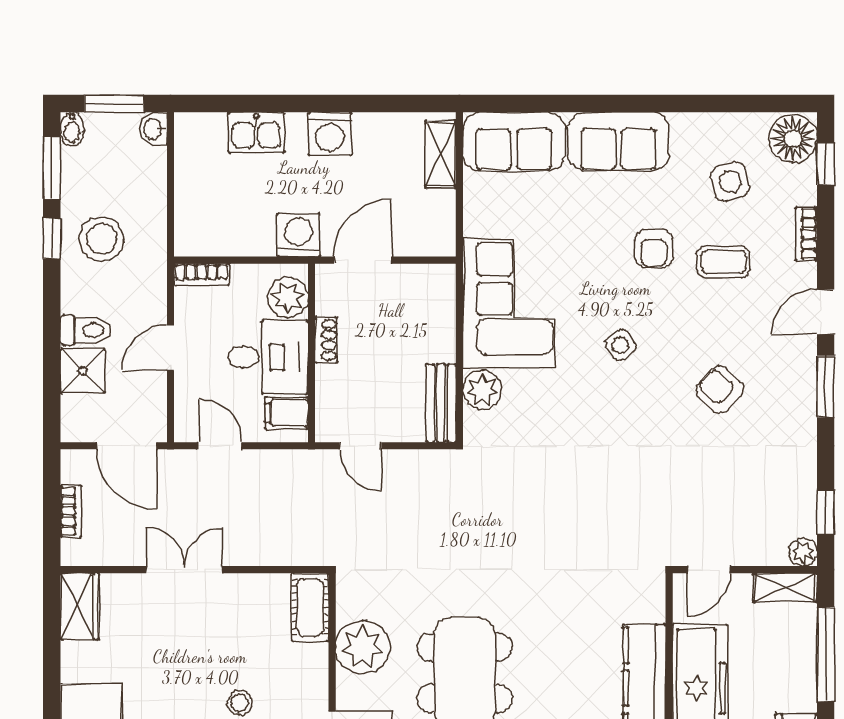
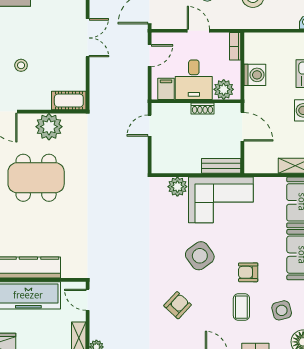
washing machine: (299, 235) -> (255, 75), moved
side table: (621, 345) -> (200, 256), width x1.87, depth x1.87
bench: (441, 403) -> (221, 166), moved

